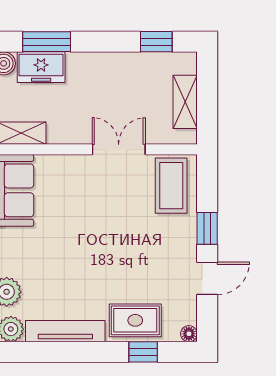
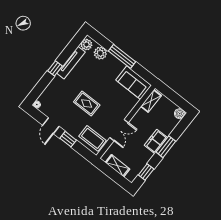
window: (47, 42) -> (166, 147), moved
freezer: (41, 67) -> (156, 141), moved
rug: (135, 320) -> (87, 103), moved, turned 90
window: (143, 352) -> (55, 68), moved

